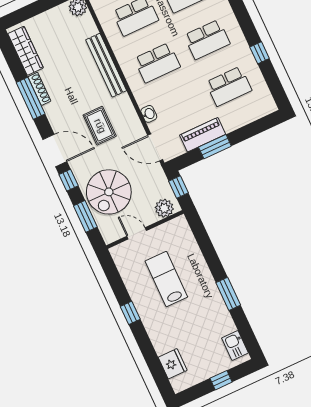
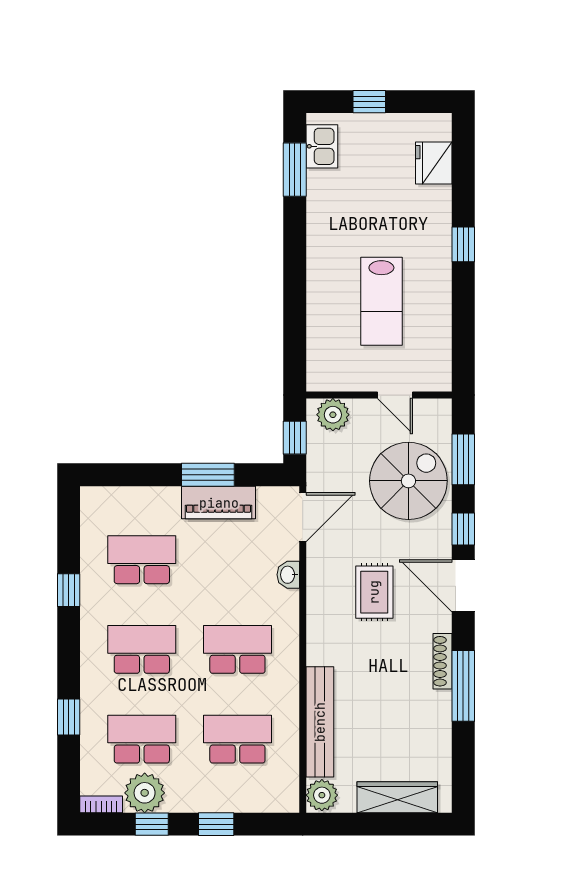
wardrobe: (26, 51) -> (397, 797), moved, turned 90
bench: (106, 65) -> (320, 722), moved
shoe rack: (39, 89) -> (442, 661), moved
door: (155, 147) -> (303, 517), hinge flipped
window: (228, 294) -> (295, 170), moved
window: (130, 313) -> (463, 244), moved

